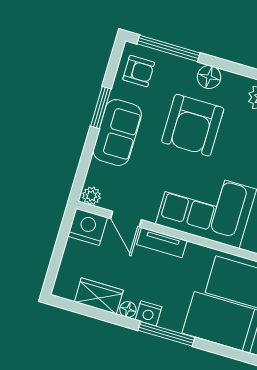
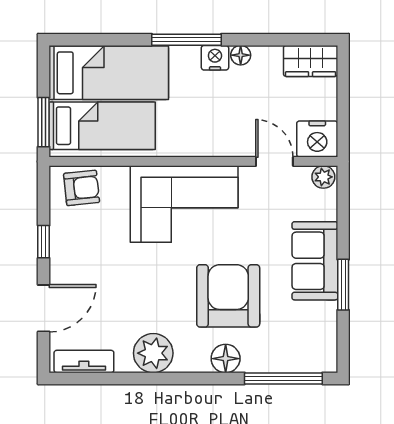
armchair: (139, 71) -> (311, 341), removed
tv unit: (162, 243) -> (224, 146), removed
wardrobe: (99, 296) -> (311, 61), moved

